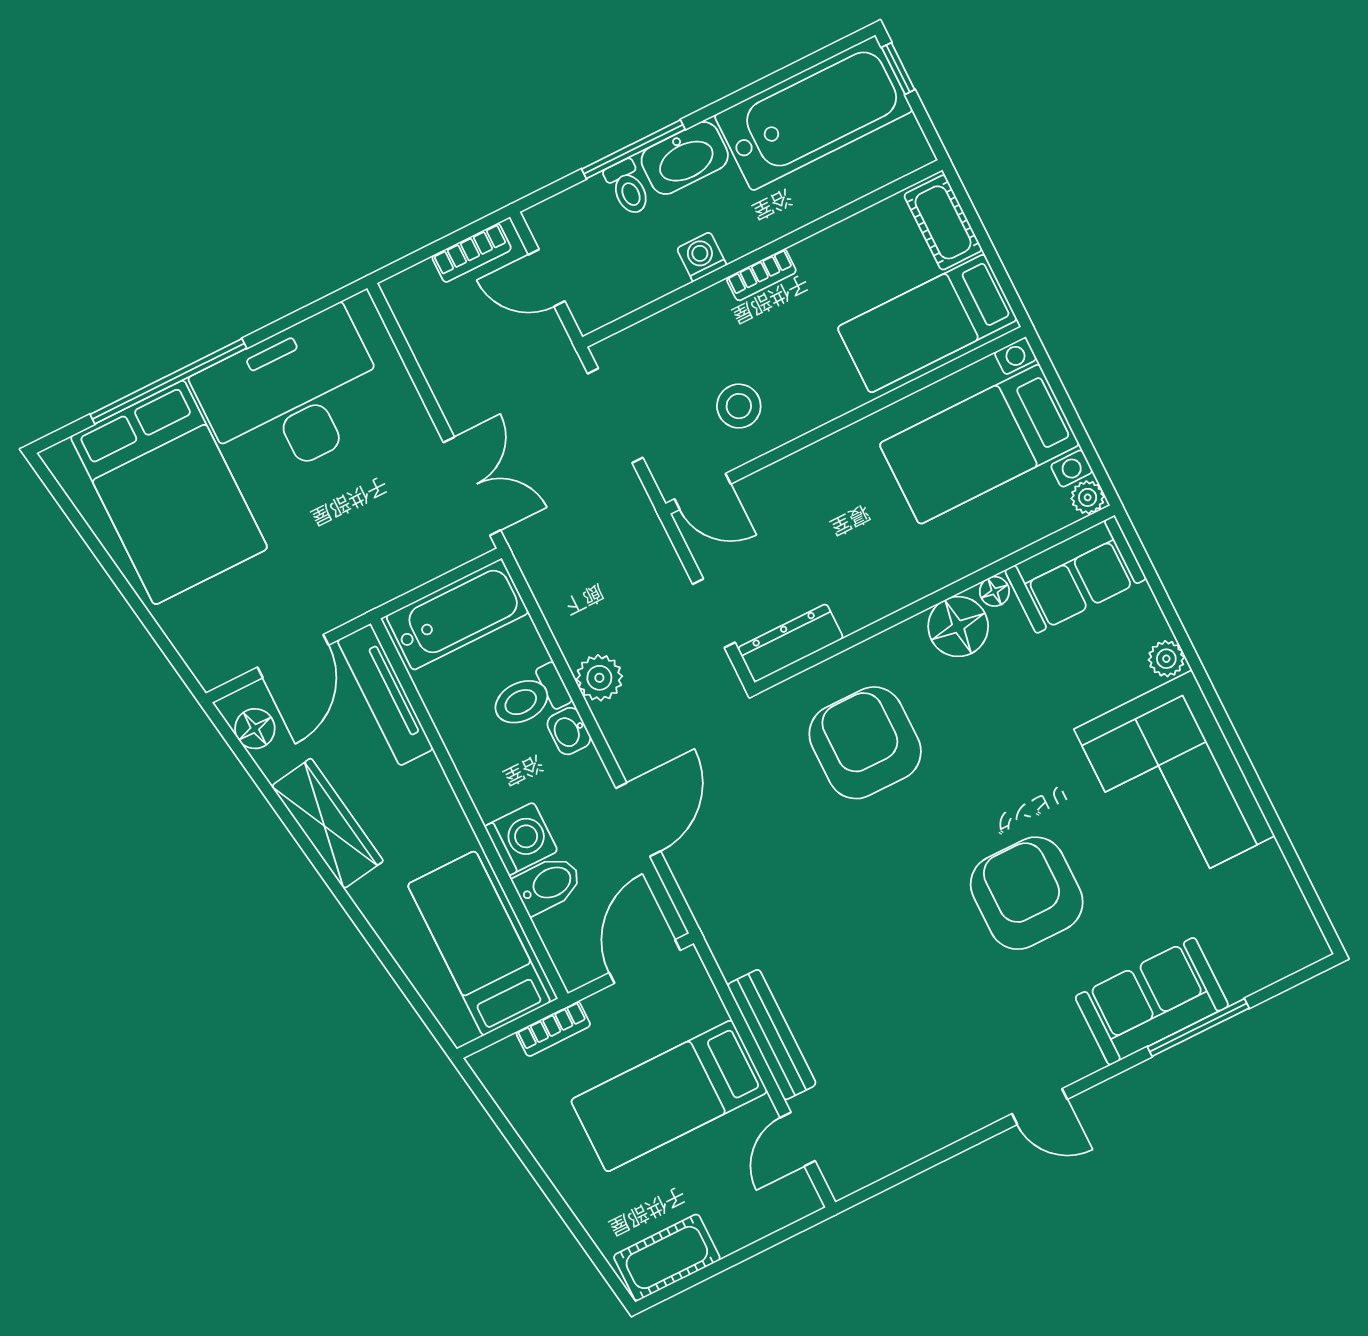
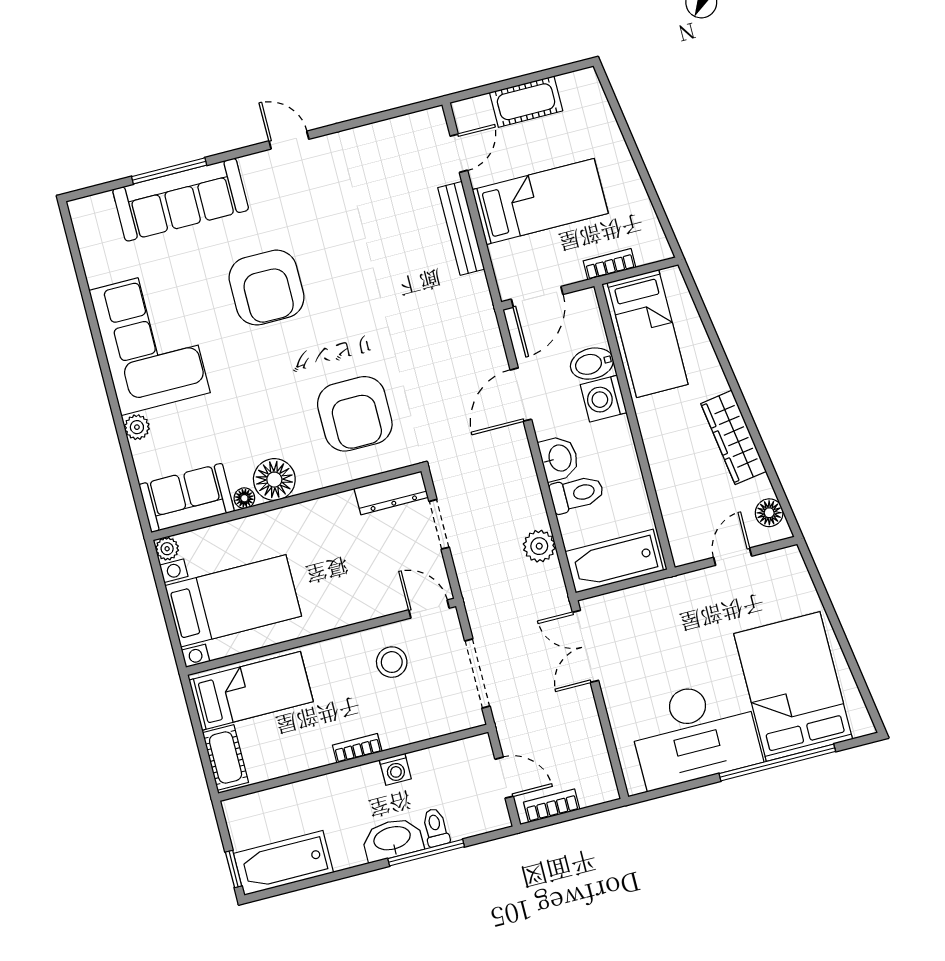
bathtub: (814, 113) -> (284, 863), width x0.73, depth x0.73
door: (293, 656) -> (733, 557), width x0.73
plant: (599, 678) -> (539, 546), moved
tv unit: (385, 695) -> (675, 517), removed
washbasin: (569, 731) -> (559, 458), width x1.38, depth x1.45
sofa: (1152, 1001) -> (181, 200), width x1.36
cot: (667, 1257) -> (526, 102), moved

